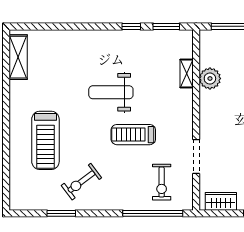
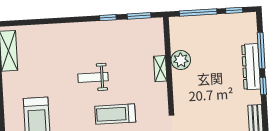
shelving: (187, 74) -> (160, 69), moved
weight bench: (111, 92) -> (93, 77), width x0.73, depth x0.75

